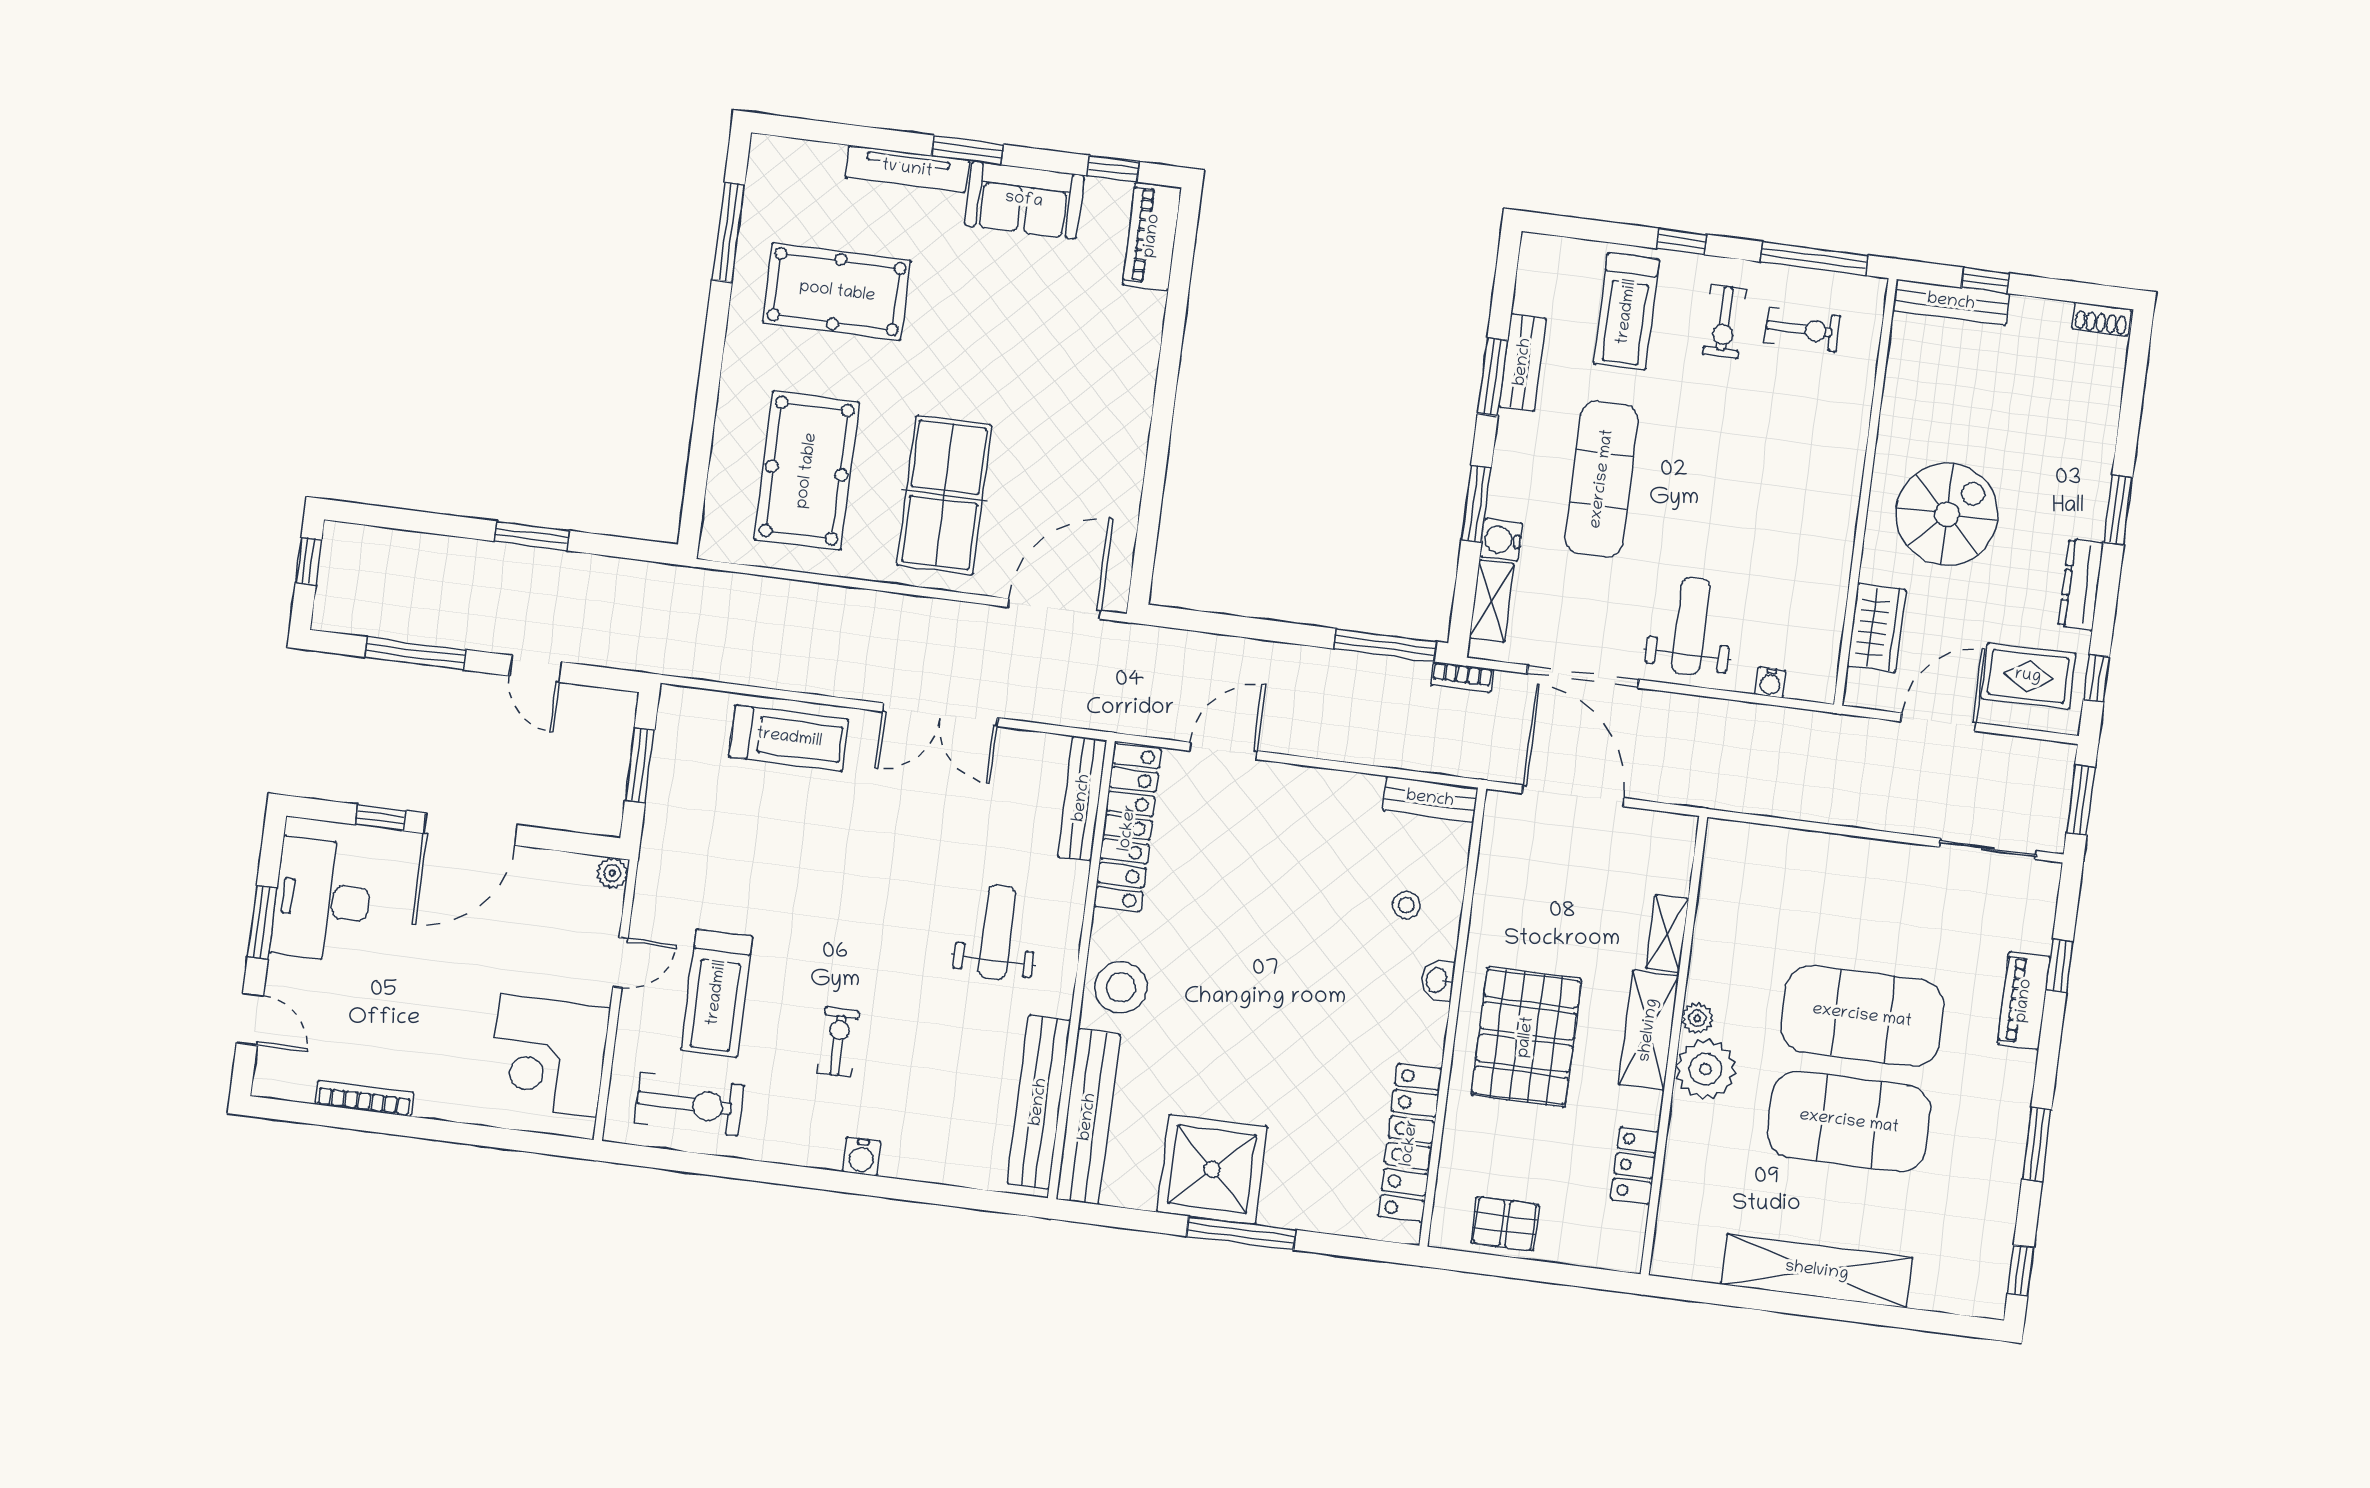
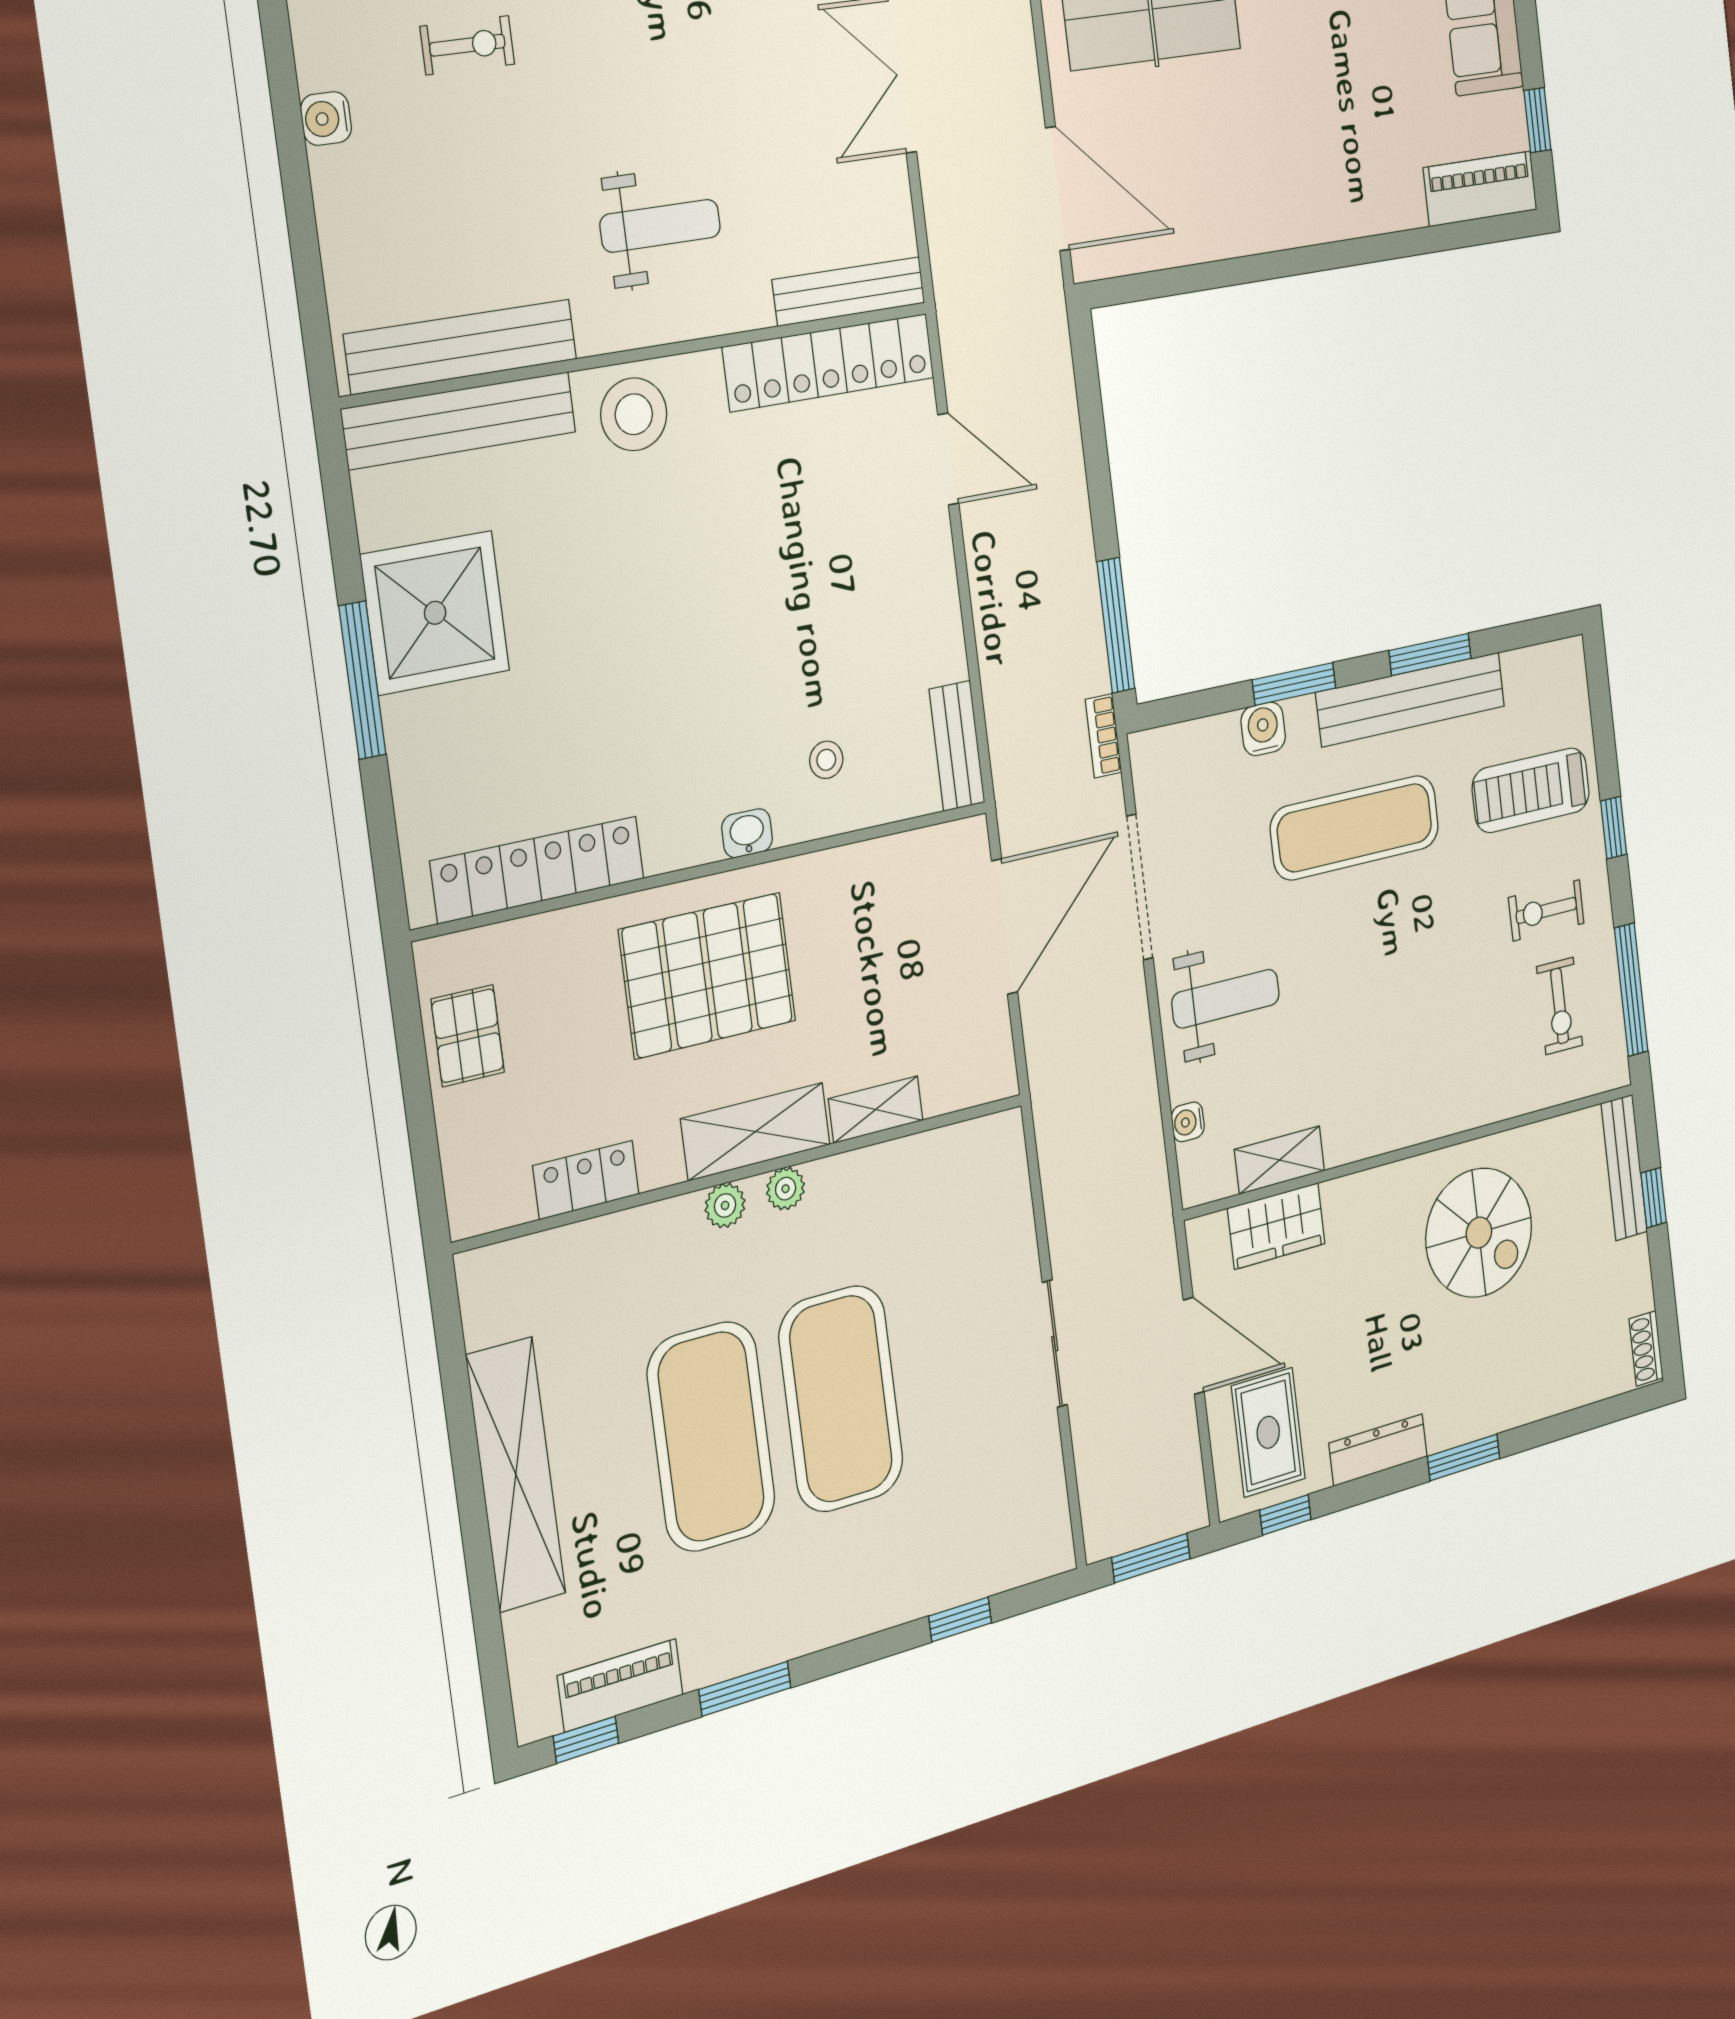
bench: (1523, 362) -> (1411, 699), width x1.86, depth x1.21
spiral stairs: (1947, 514) -> (1479, 1233), moved
shelving: (1492, 601) -> (1280, 1160), moved
sliding door: (1988, 849) -> (1055, 1344), moved
piano: (2024, 1001) -> (620, 1685), moved
plant: (1706, 1069) -> (725, 1205), width x0.53, depth x0.53

